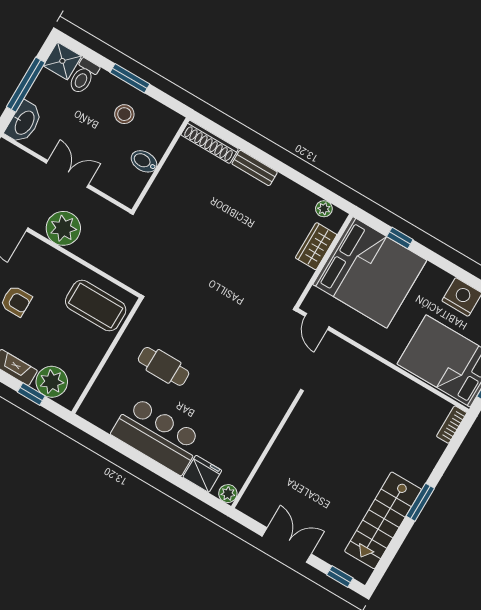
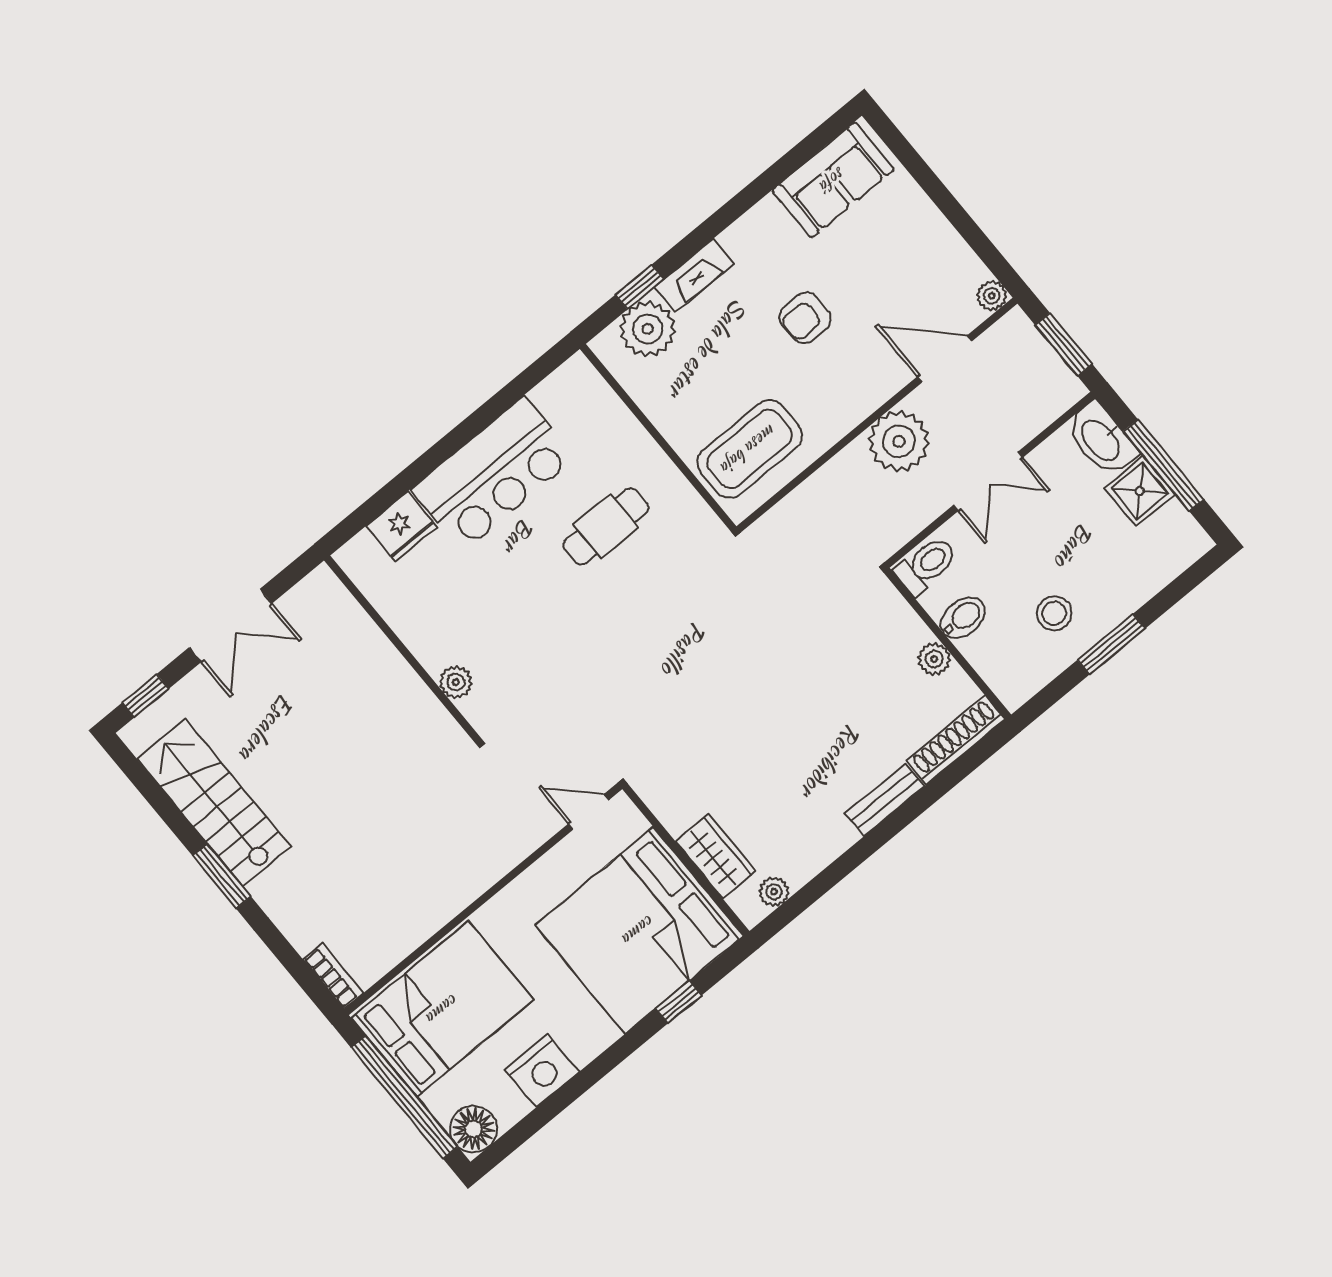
shower: (62, 61) -> (1140, 491), moved
toilet: (83, 76) -> (926, 565), moved, turned 90
plant: (171, 169) -> (934, 659), added
plant: (228, 494) -> (456, 682), moved

